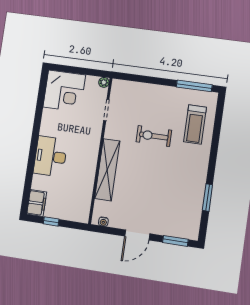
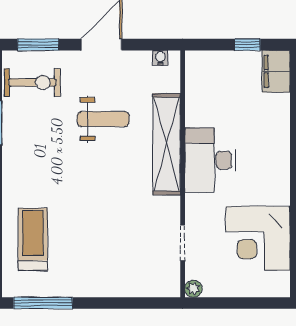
corner desk: (64, 91) -> (258, 238), moved, turned -90
exercise bike: (154, 136) -> (32, 83), moved
desk: (50, 156) -> (210, 160), moved, turned 180
weight bench: (143, 190) -> (103, 119), added

